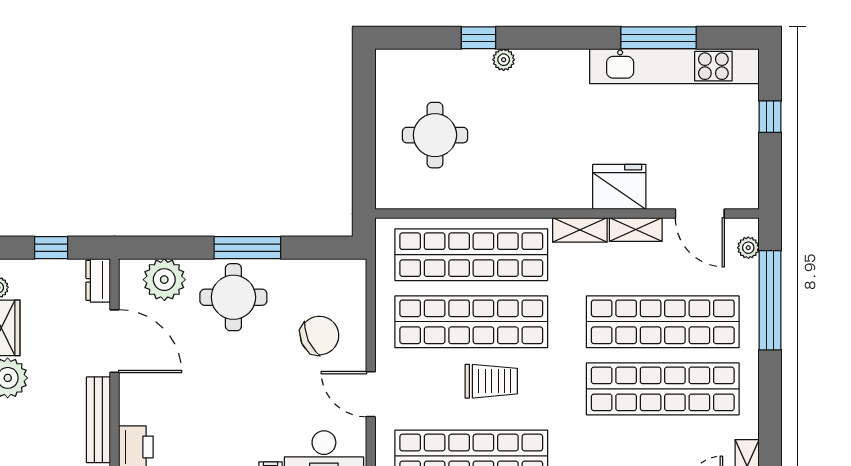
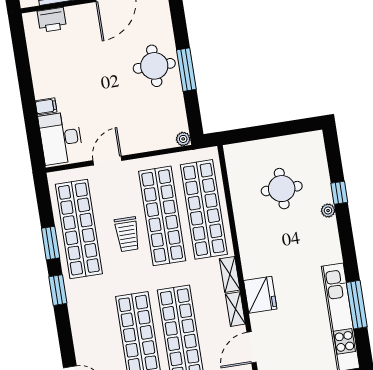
round table: (435, 135) -> (282, 189), moved
plant: (164, 280) -> (183, 139), moved, width x0.53, depth x0.53
chair: (319, 336) -> (139, 123), removed

